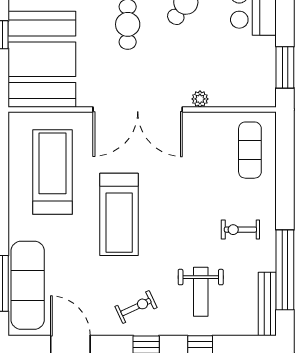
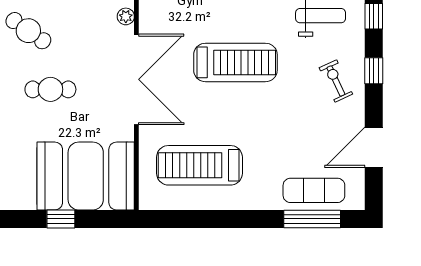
treadmill: (119, 214) -> (235, 62), moved
exercise mat: (28, 285) -> (314, 190), width x0.73, depth x0.69

